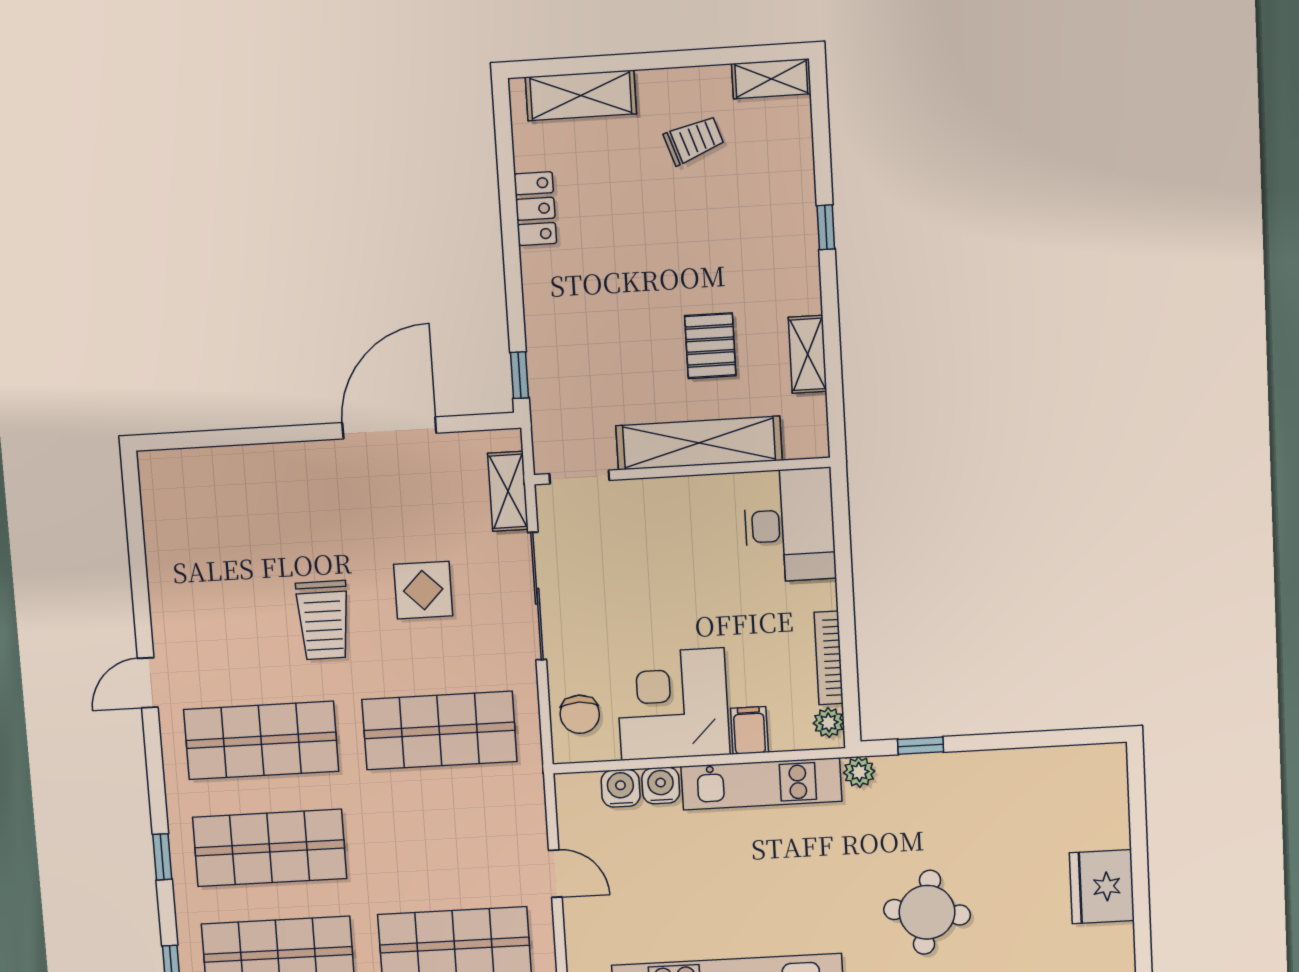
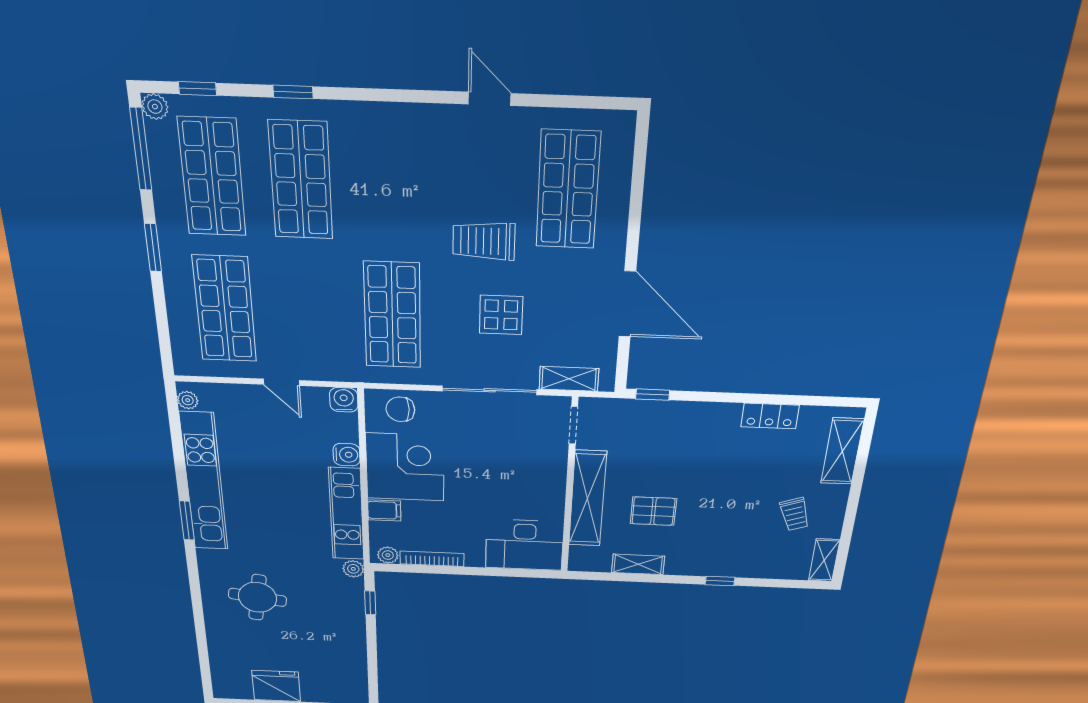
door: (148, 683) -> (490, 99), moved
shop shelf: (261, 740) -> (568, 190), moved
water cooler: (621, 788) -> (344, 400), moved, turned -90
door: (555, 874) -> (281, 382), hinge flipped

